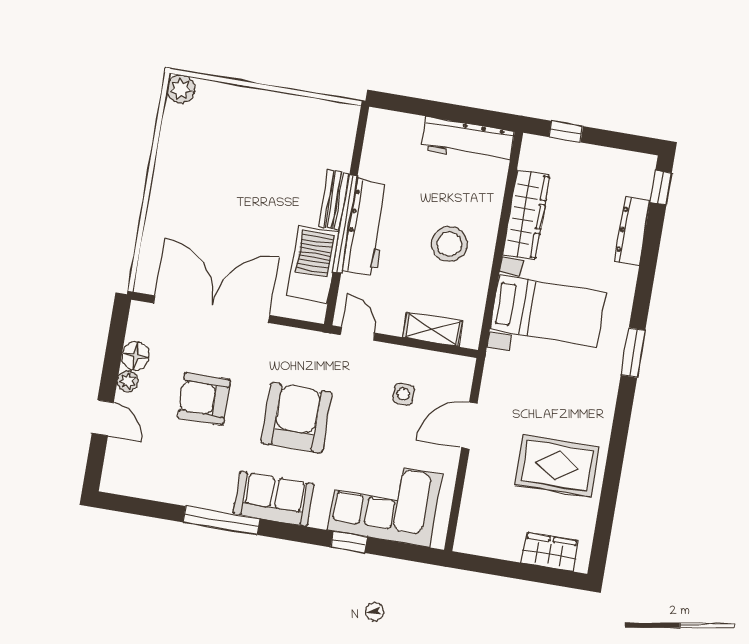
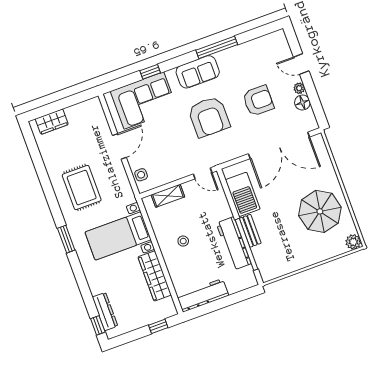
parasol: (206, 168) -> (320, 211), added
window: (345, 224) -> (246, 244), moved
workbench: (366, 227) -> (234, 243), moved
dresser: (632, 231) -> (105, 312), moved
stool: (449, 244) -> (183, 241), width x0.53, depth x0.53
side table: (404, 394) -> (141, 175), moved
door: (469, 426) -> (119, 146), moved
rug: (557, 466) -> (82, 188), moved, turned 90

